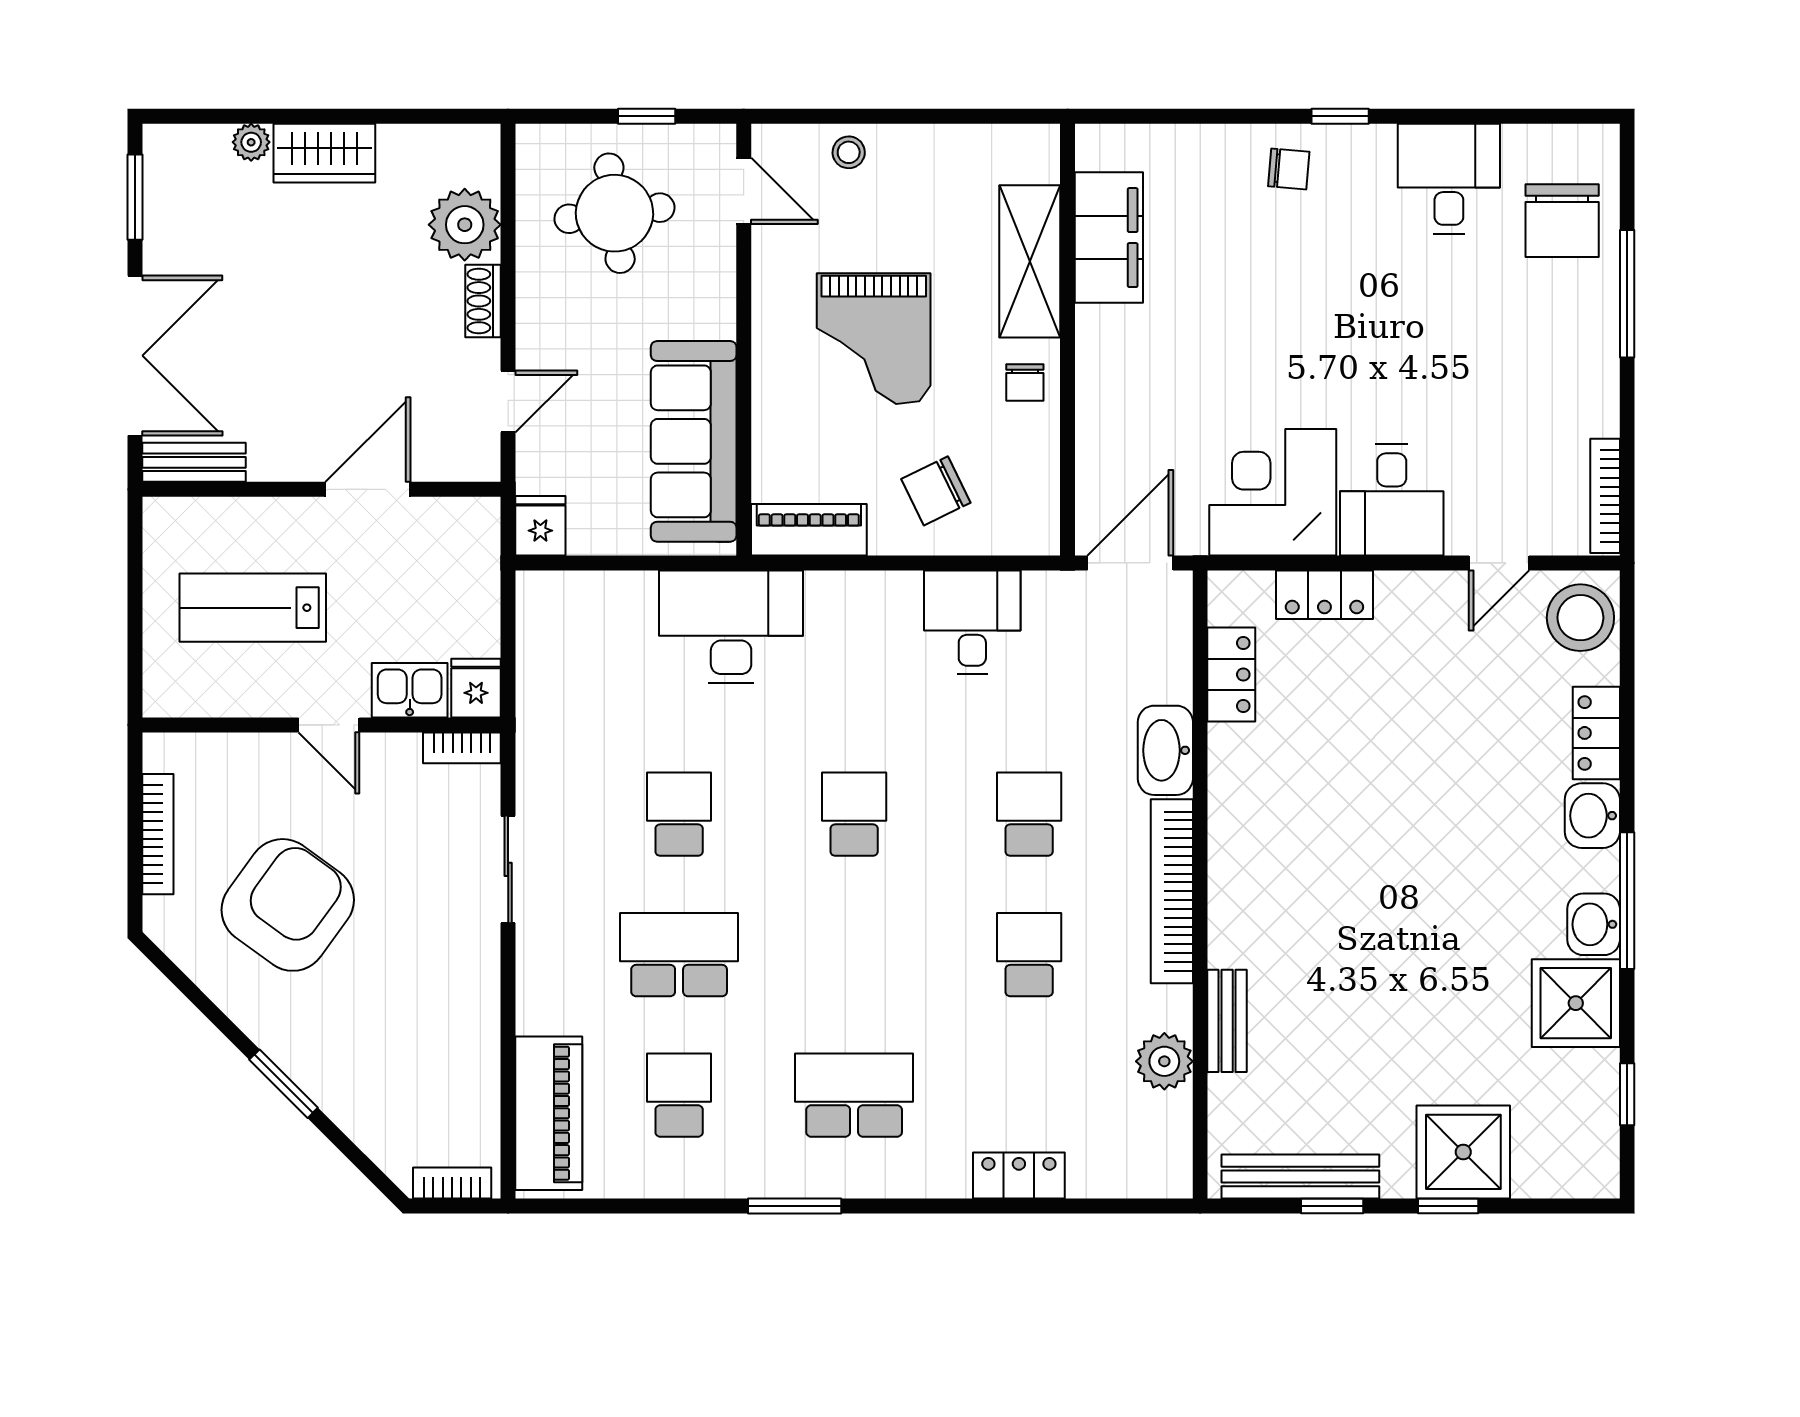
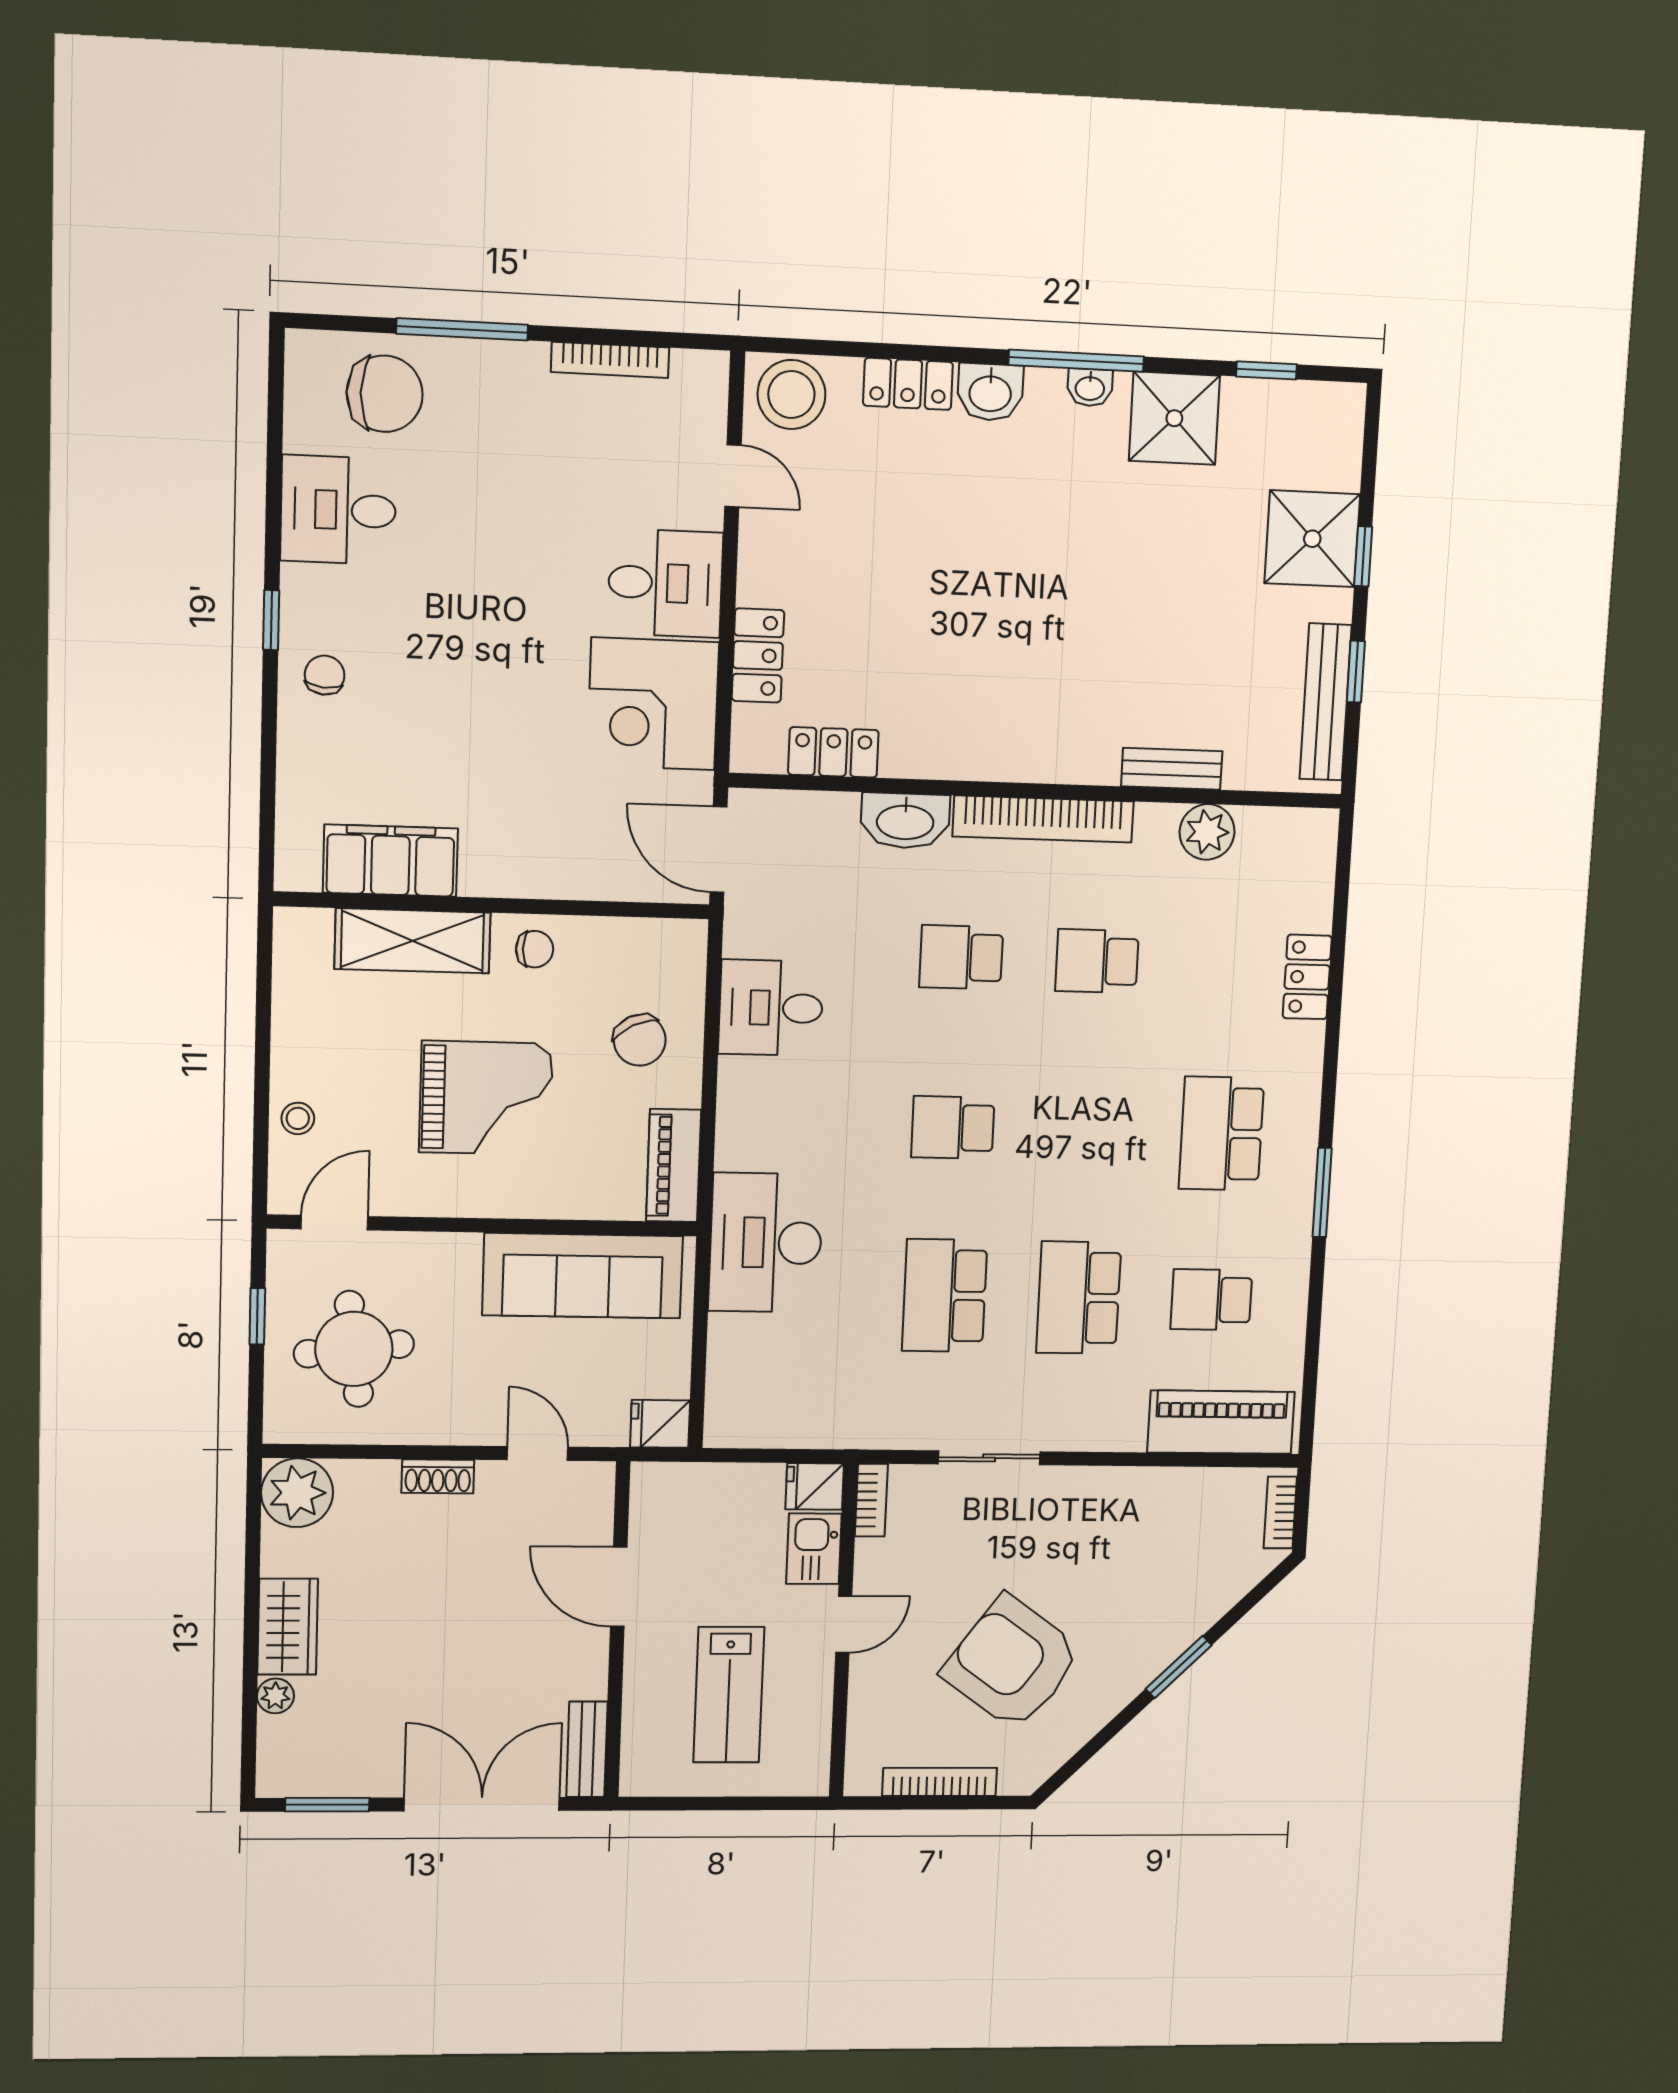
plant: (465, 225) -> (297, 1493), moved
bookcase: (1605, 496) -> (610, 360), moved
school desk: (679, 814) -> (945, 1296), width x1.85
washbasin: (1594, 924) -> (1090, 387), width x0.72, depth x0.69

